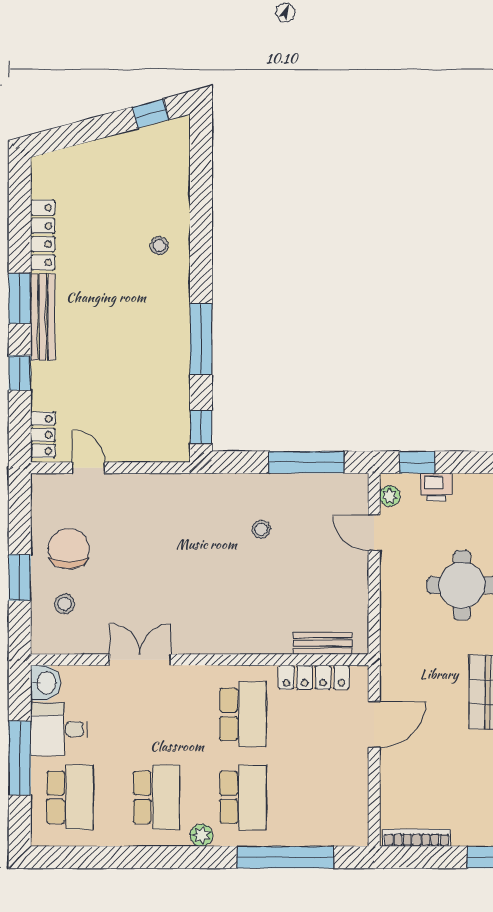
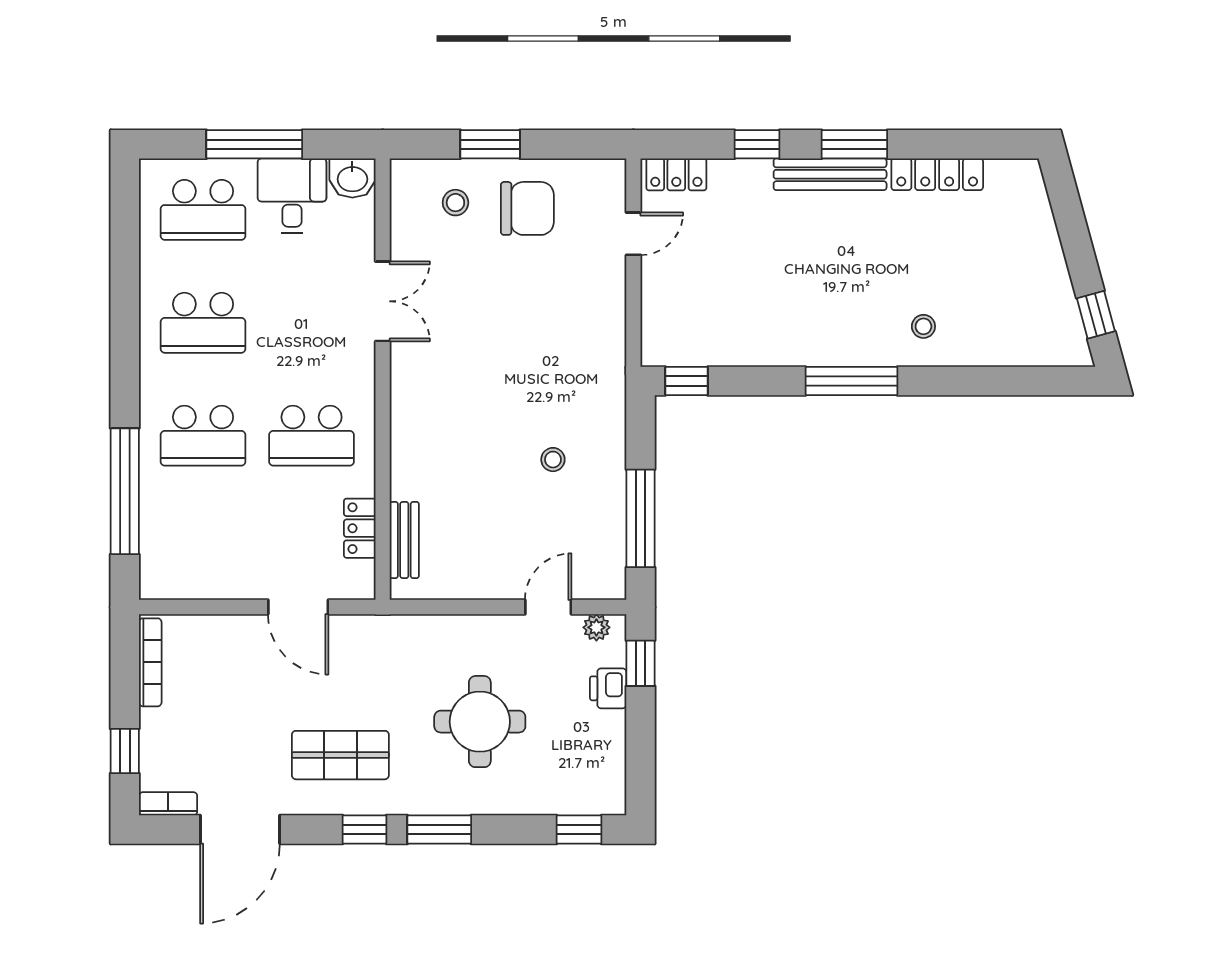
window: (201, 339) -> (852, 381), moved
locker: (314, 677) -> (360, 528), width x0.66
plant: (201, 835) -> (154, 382), removed

